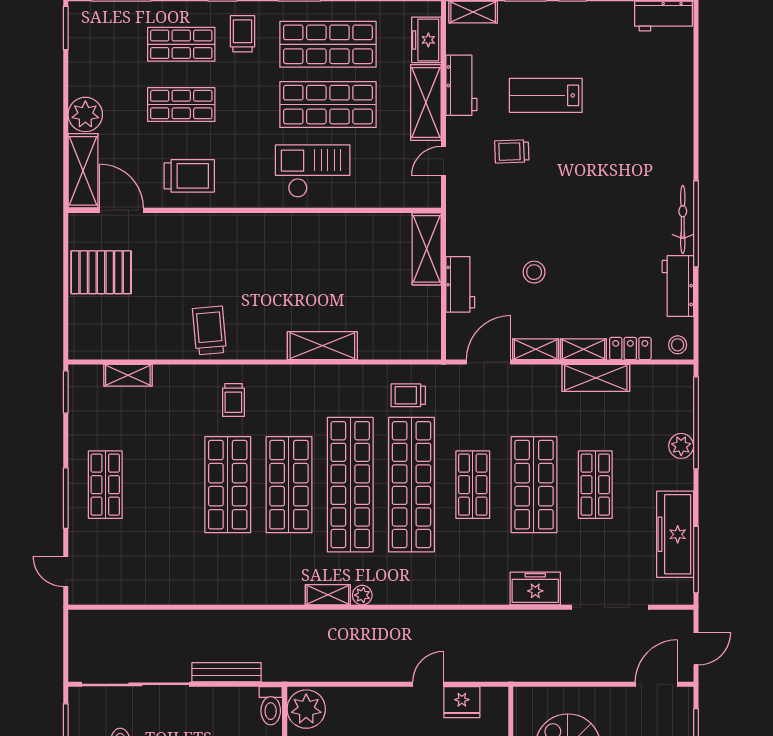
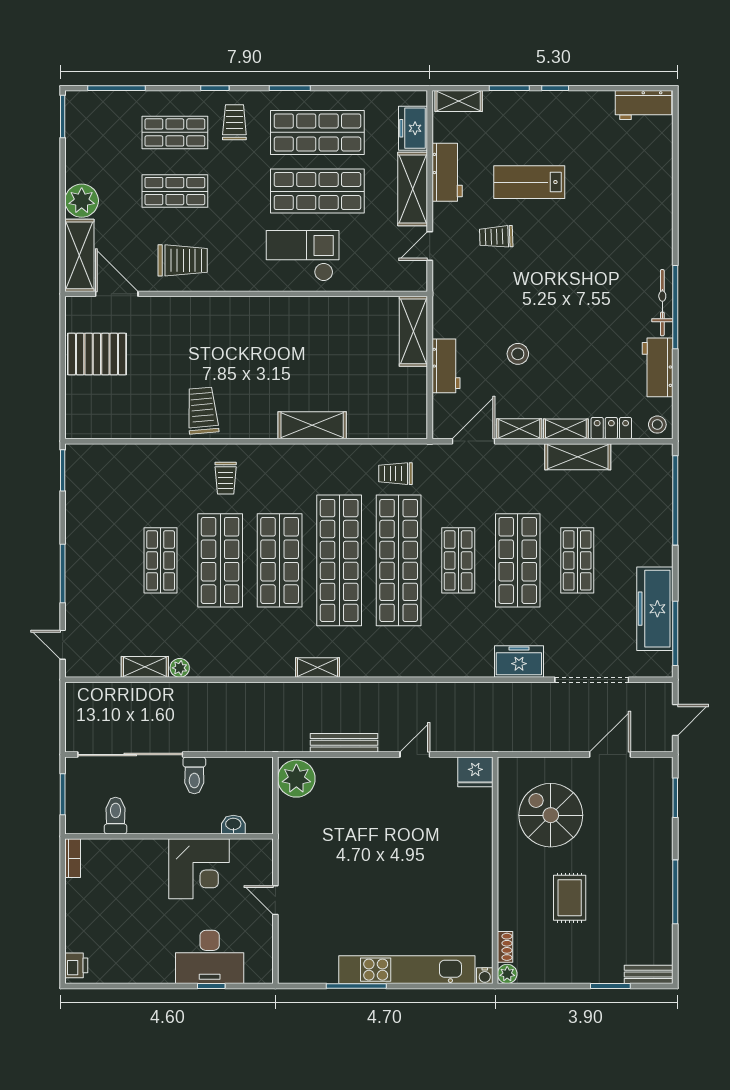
shelving: (128, 375) -> (145, 667), moved
plant: (681, 446) -> (661, 523), removed
shop shelf: (105, 485) -> (161, 560), moved
plant: (362, 595) -> (180, 668), moved
bench: (227, 672) -> (344, 743), moved
door: (656, 684) -> (610, 755), moved
fridge: (462, 702) -> (475, 772), moved
toilet: (271, 706) -> (194, 775), moved

